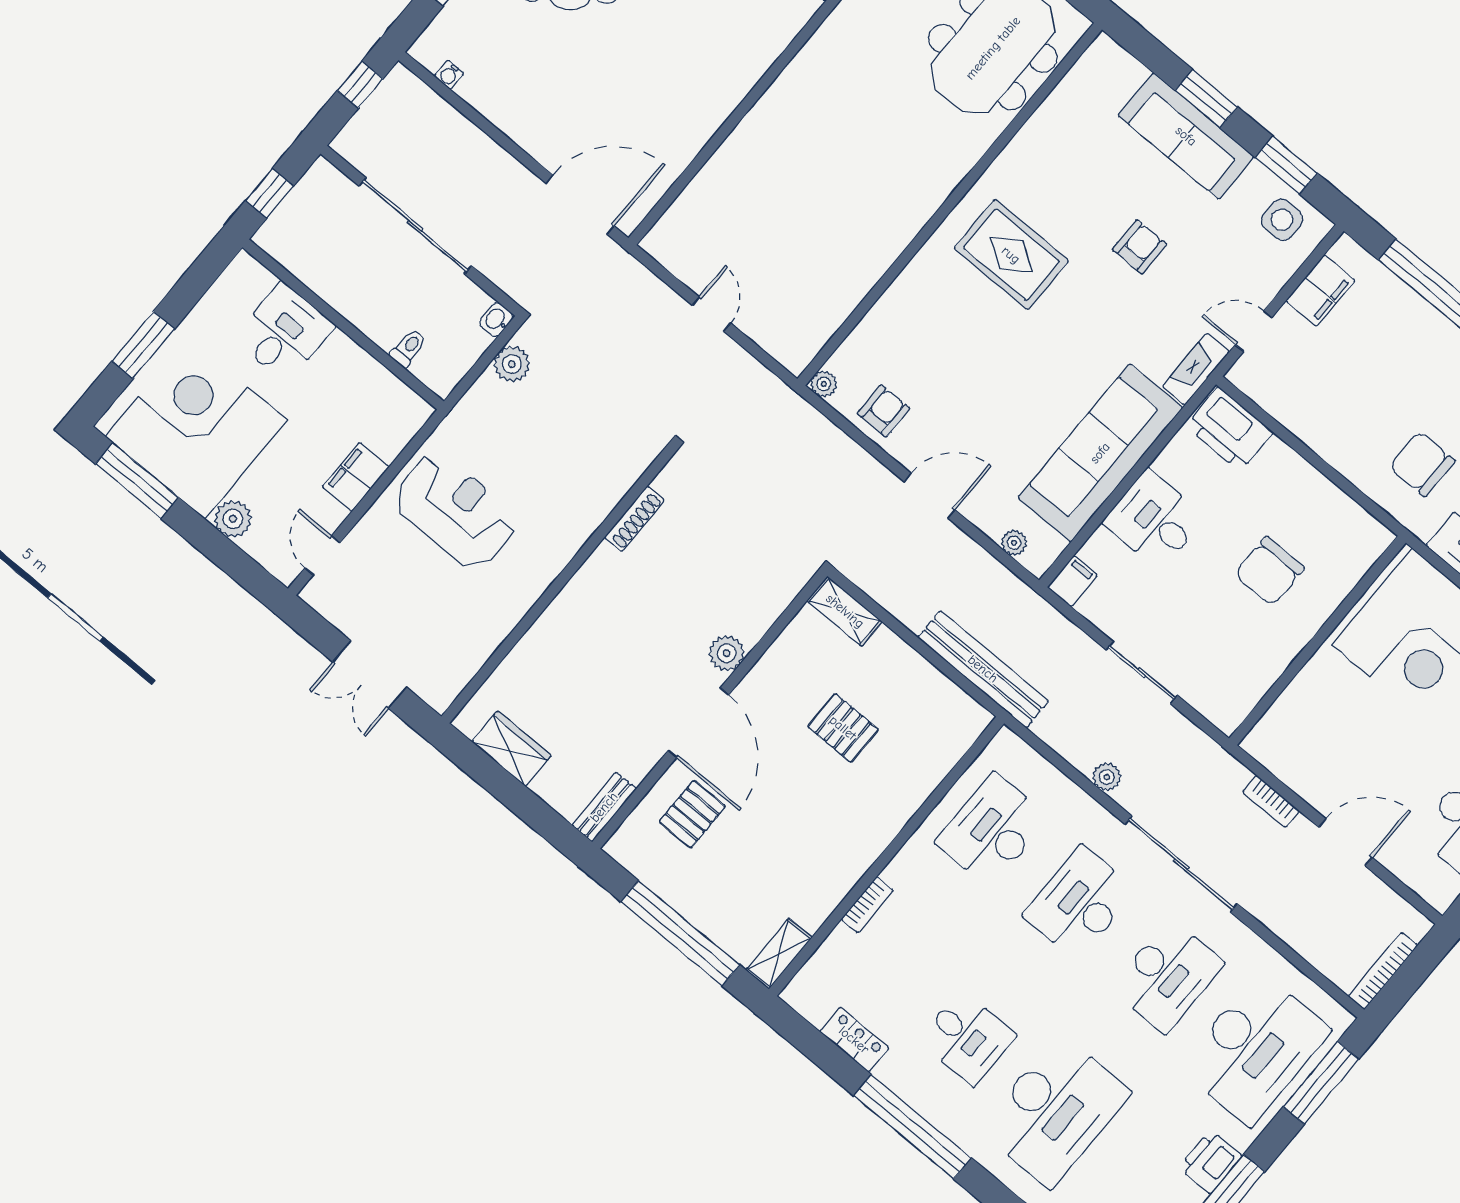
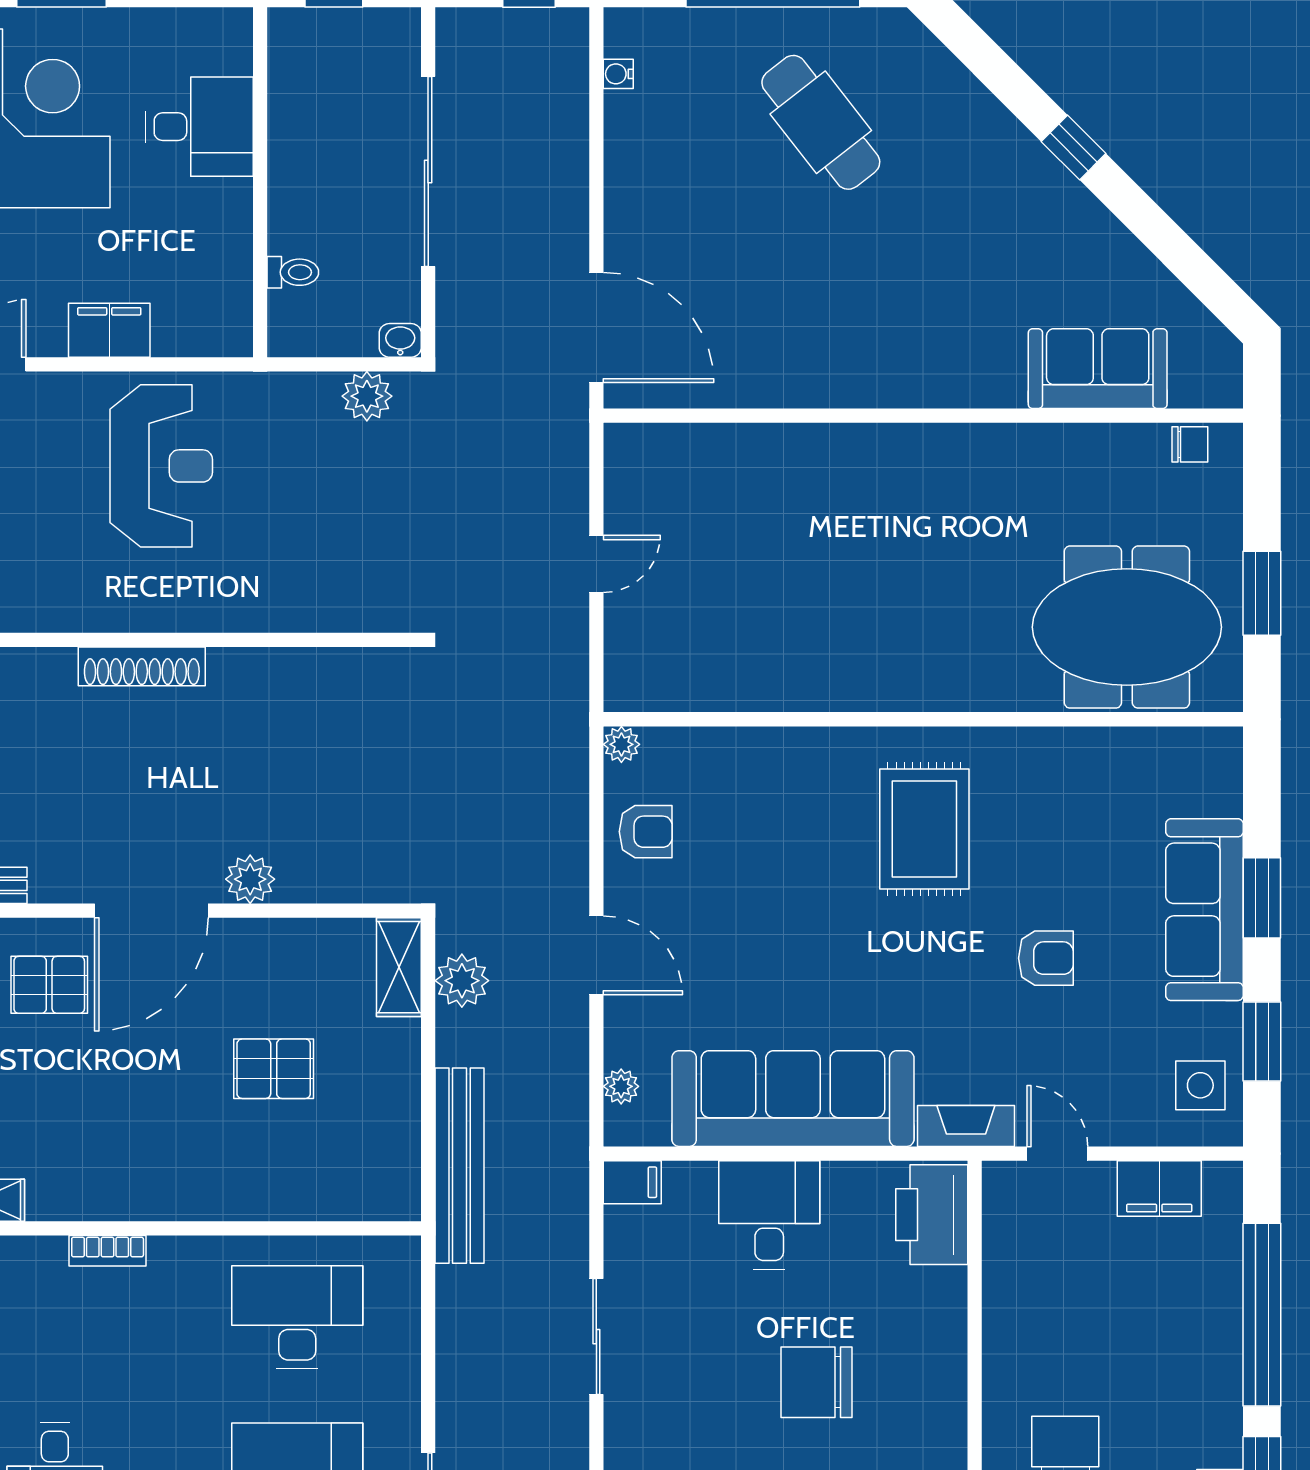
shoe rack: (634, 519) -> (142, 666), moved, width x1.36, depth x1.24
pallet: (843, 728) -> (274, 1069), turned 90
plant: (1107, 777) -> (462, 981), moved, width x1.38, depth x1.38

